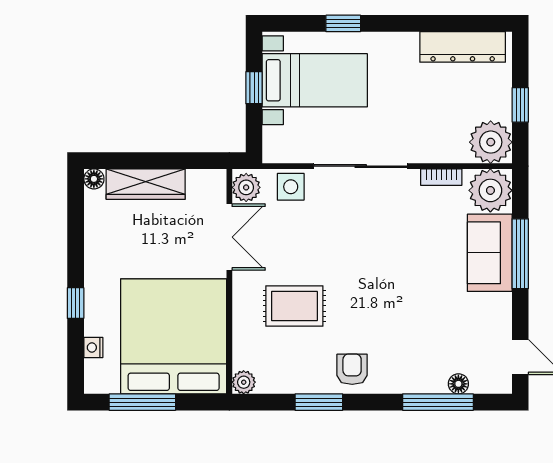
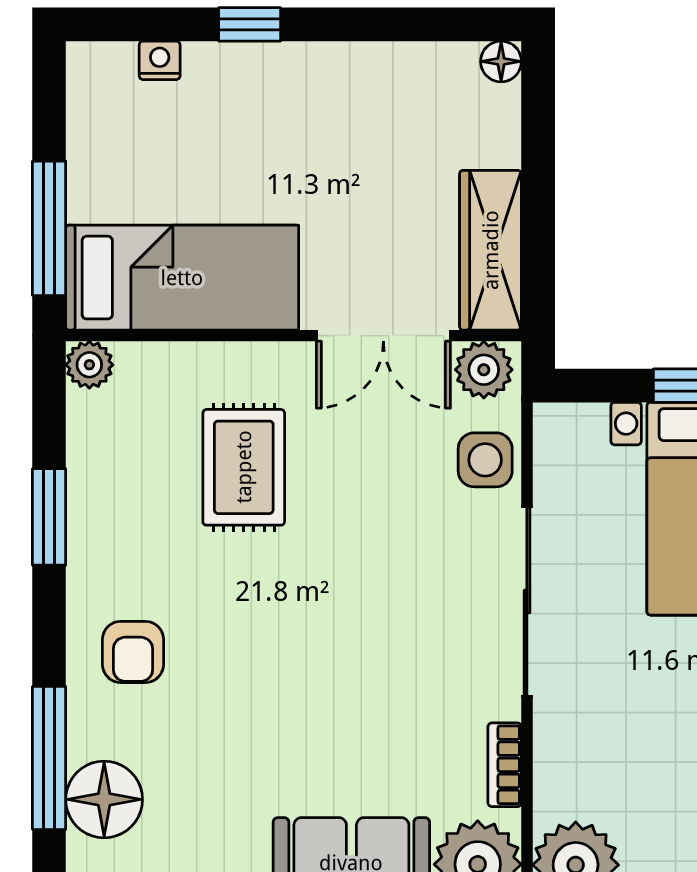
wardrobe: (146, 184) -> (491, 250), moved
bed: (174, 336) -> (182, 278), width x0.49
armchair: (352, 369) -> (133, 652), moved, turned 90
floor lamp: (458, 384) -> (104, 799), width x1.89, depth x1.89
window: (142, 402) -> (49, 228), moved

